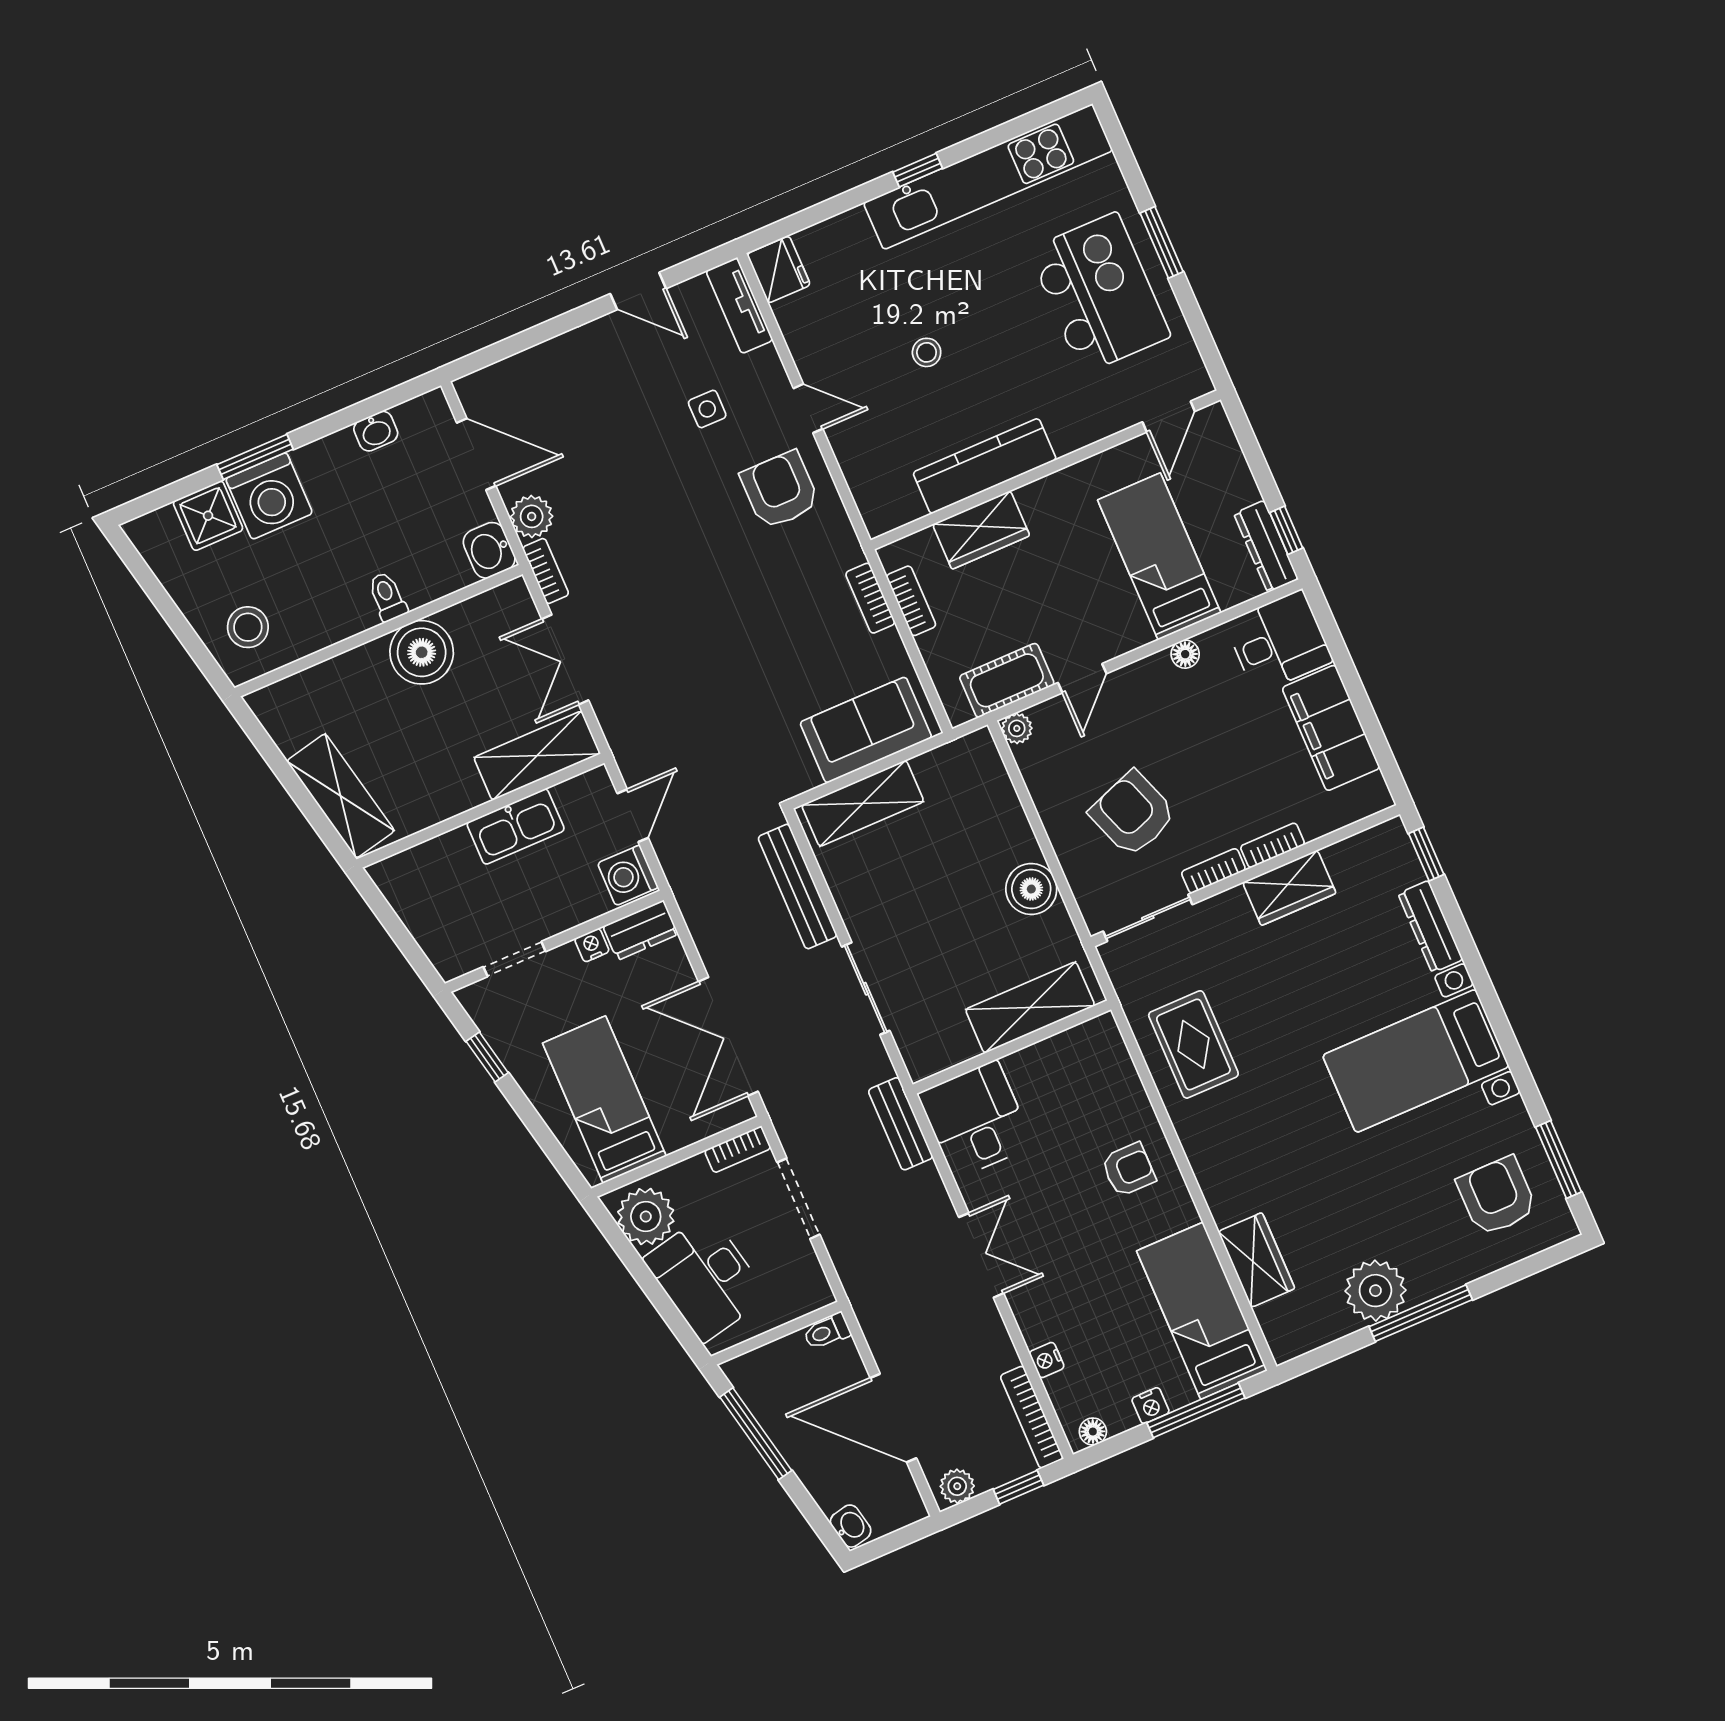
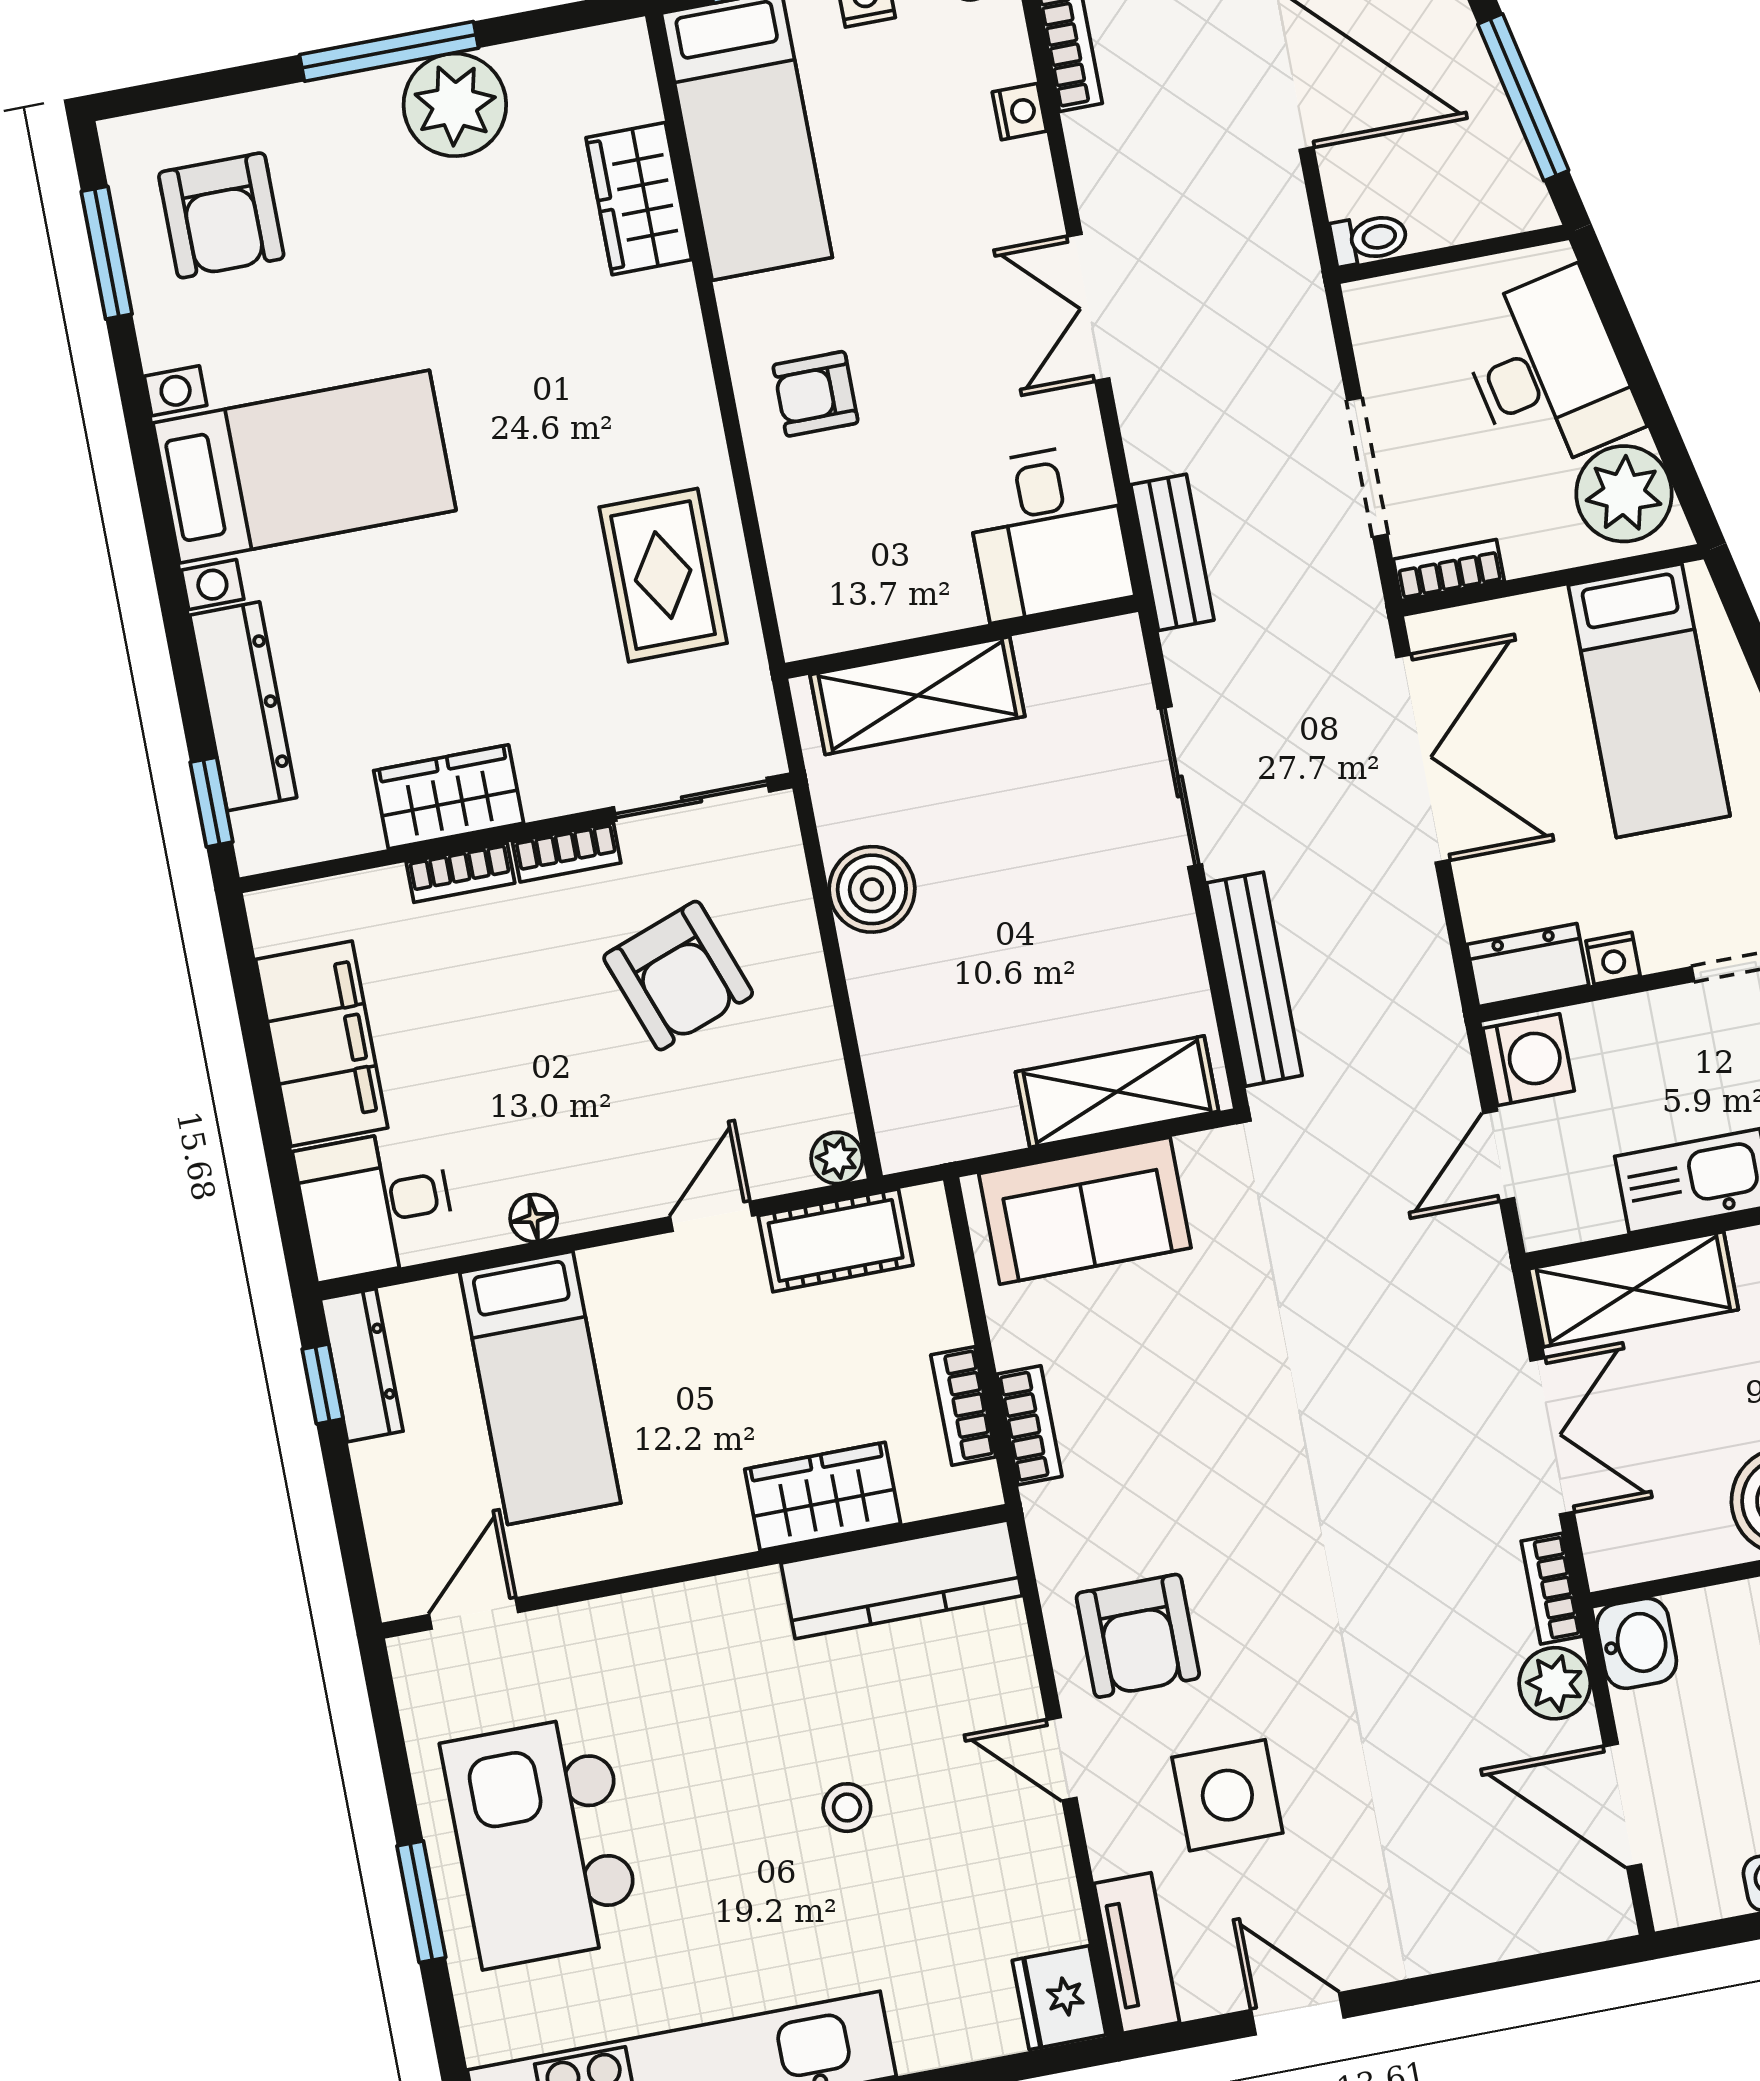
side table: (707, 409) -> (1227, 1795), width x1.87, depth x1.87
kitchen counter: (985, 466) -> (902, 1579), moved
dresser: (1430, 927) -> (243, 706), width x1.37, depth x1.24

